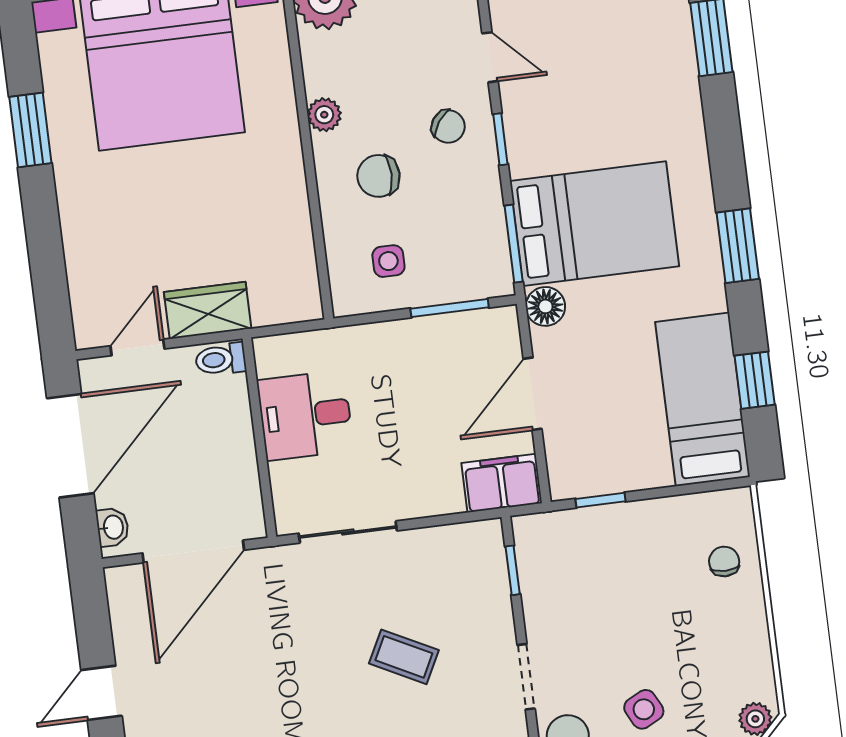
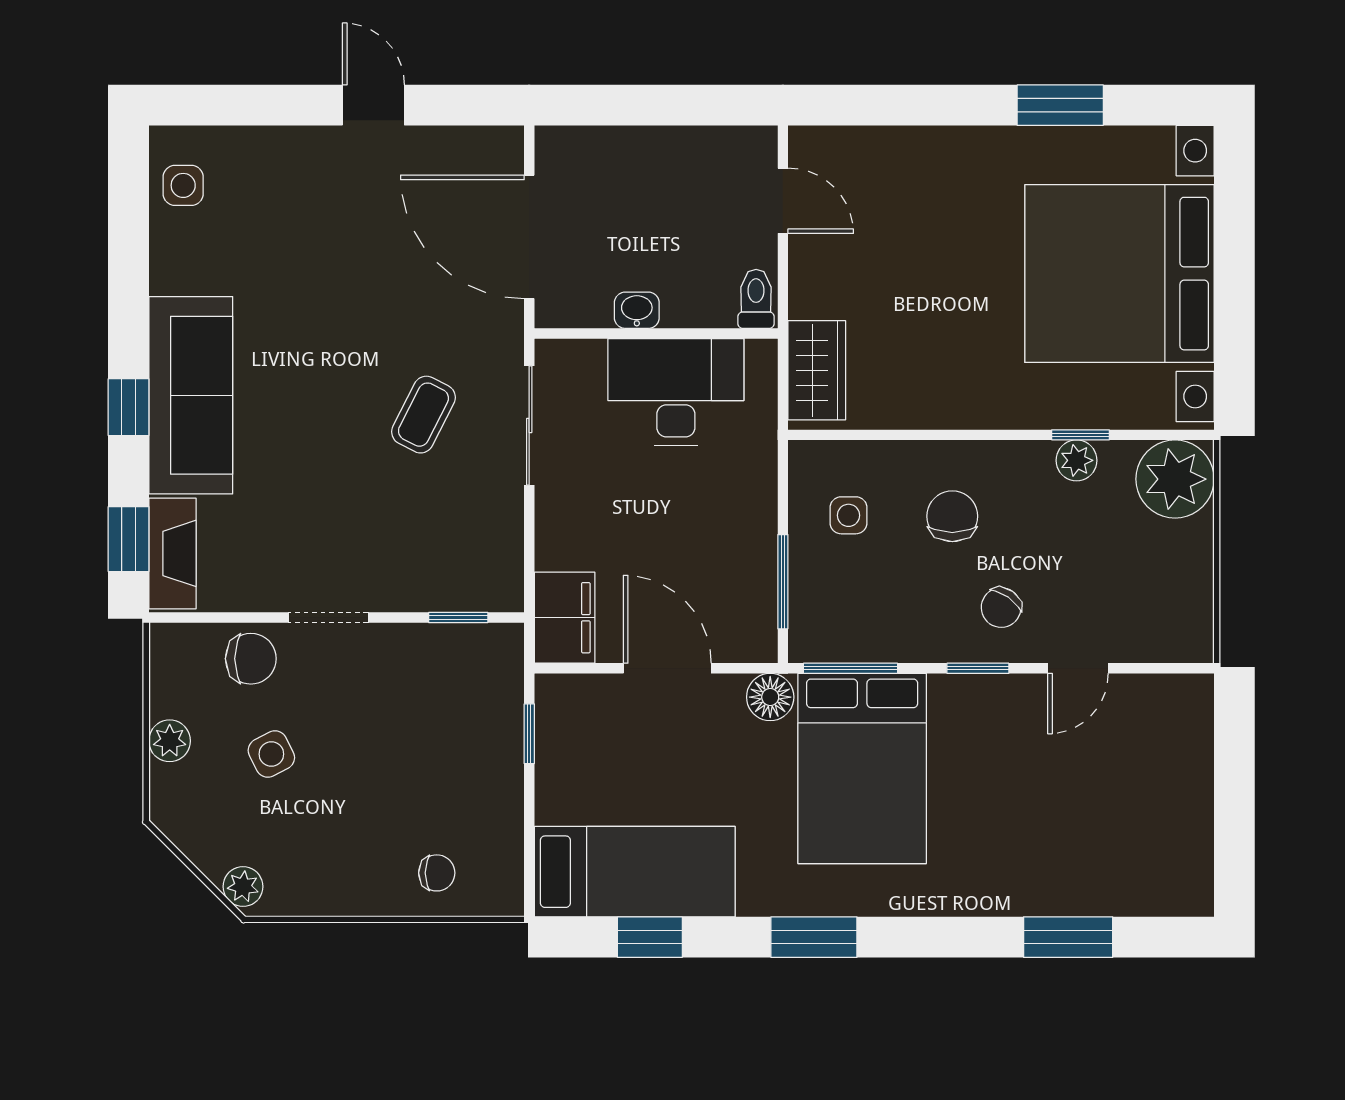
window: (299, 79) -> (1081, 435), added
plant: (324, 115) -> (1077, 460), moved
wardrobe: (208, 310) -> (817, 370), moved
desk: (305, 415) -> (676, 392), width x1.37
door: (70, 446) -> (675, 105), removed
washbasin: (113, 527) -> (637, 310), moved, turned 180
coffee table: (404, 657) -> (423, 415), moved

